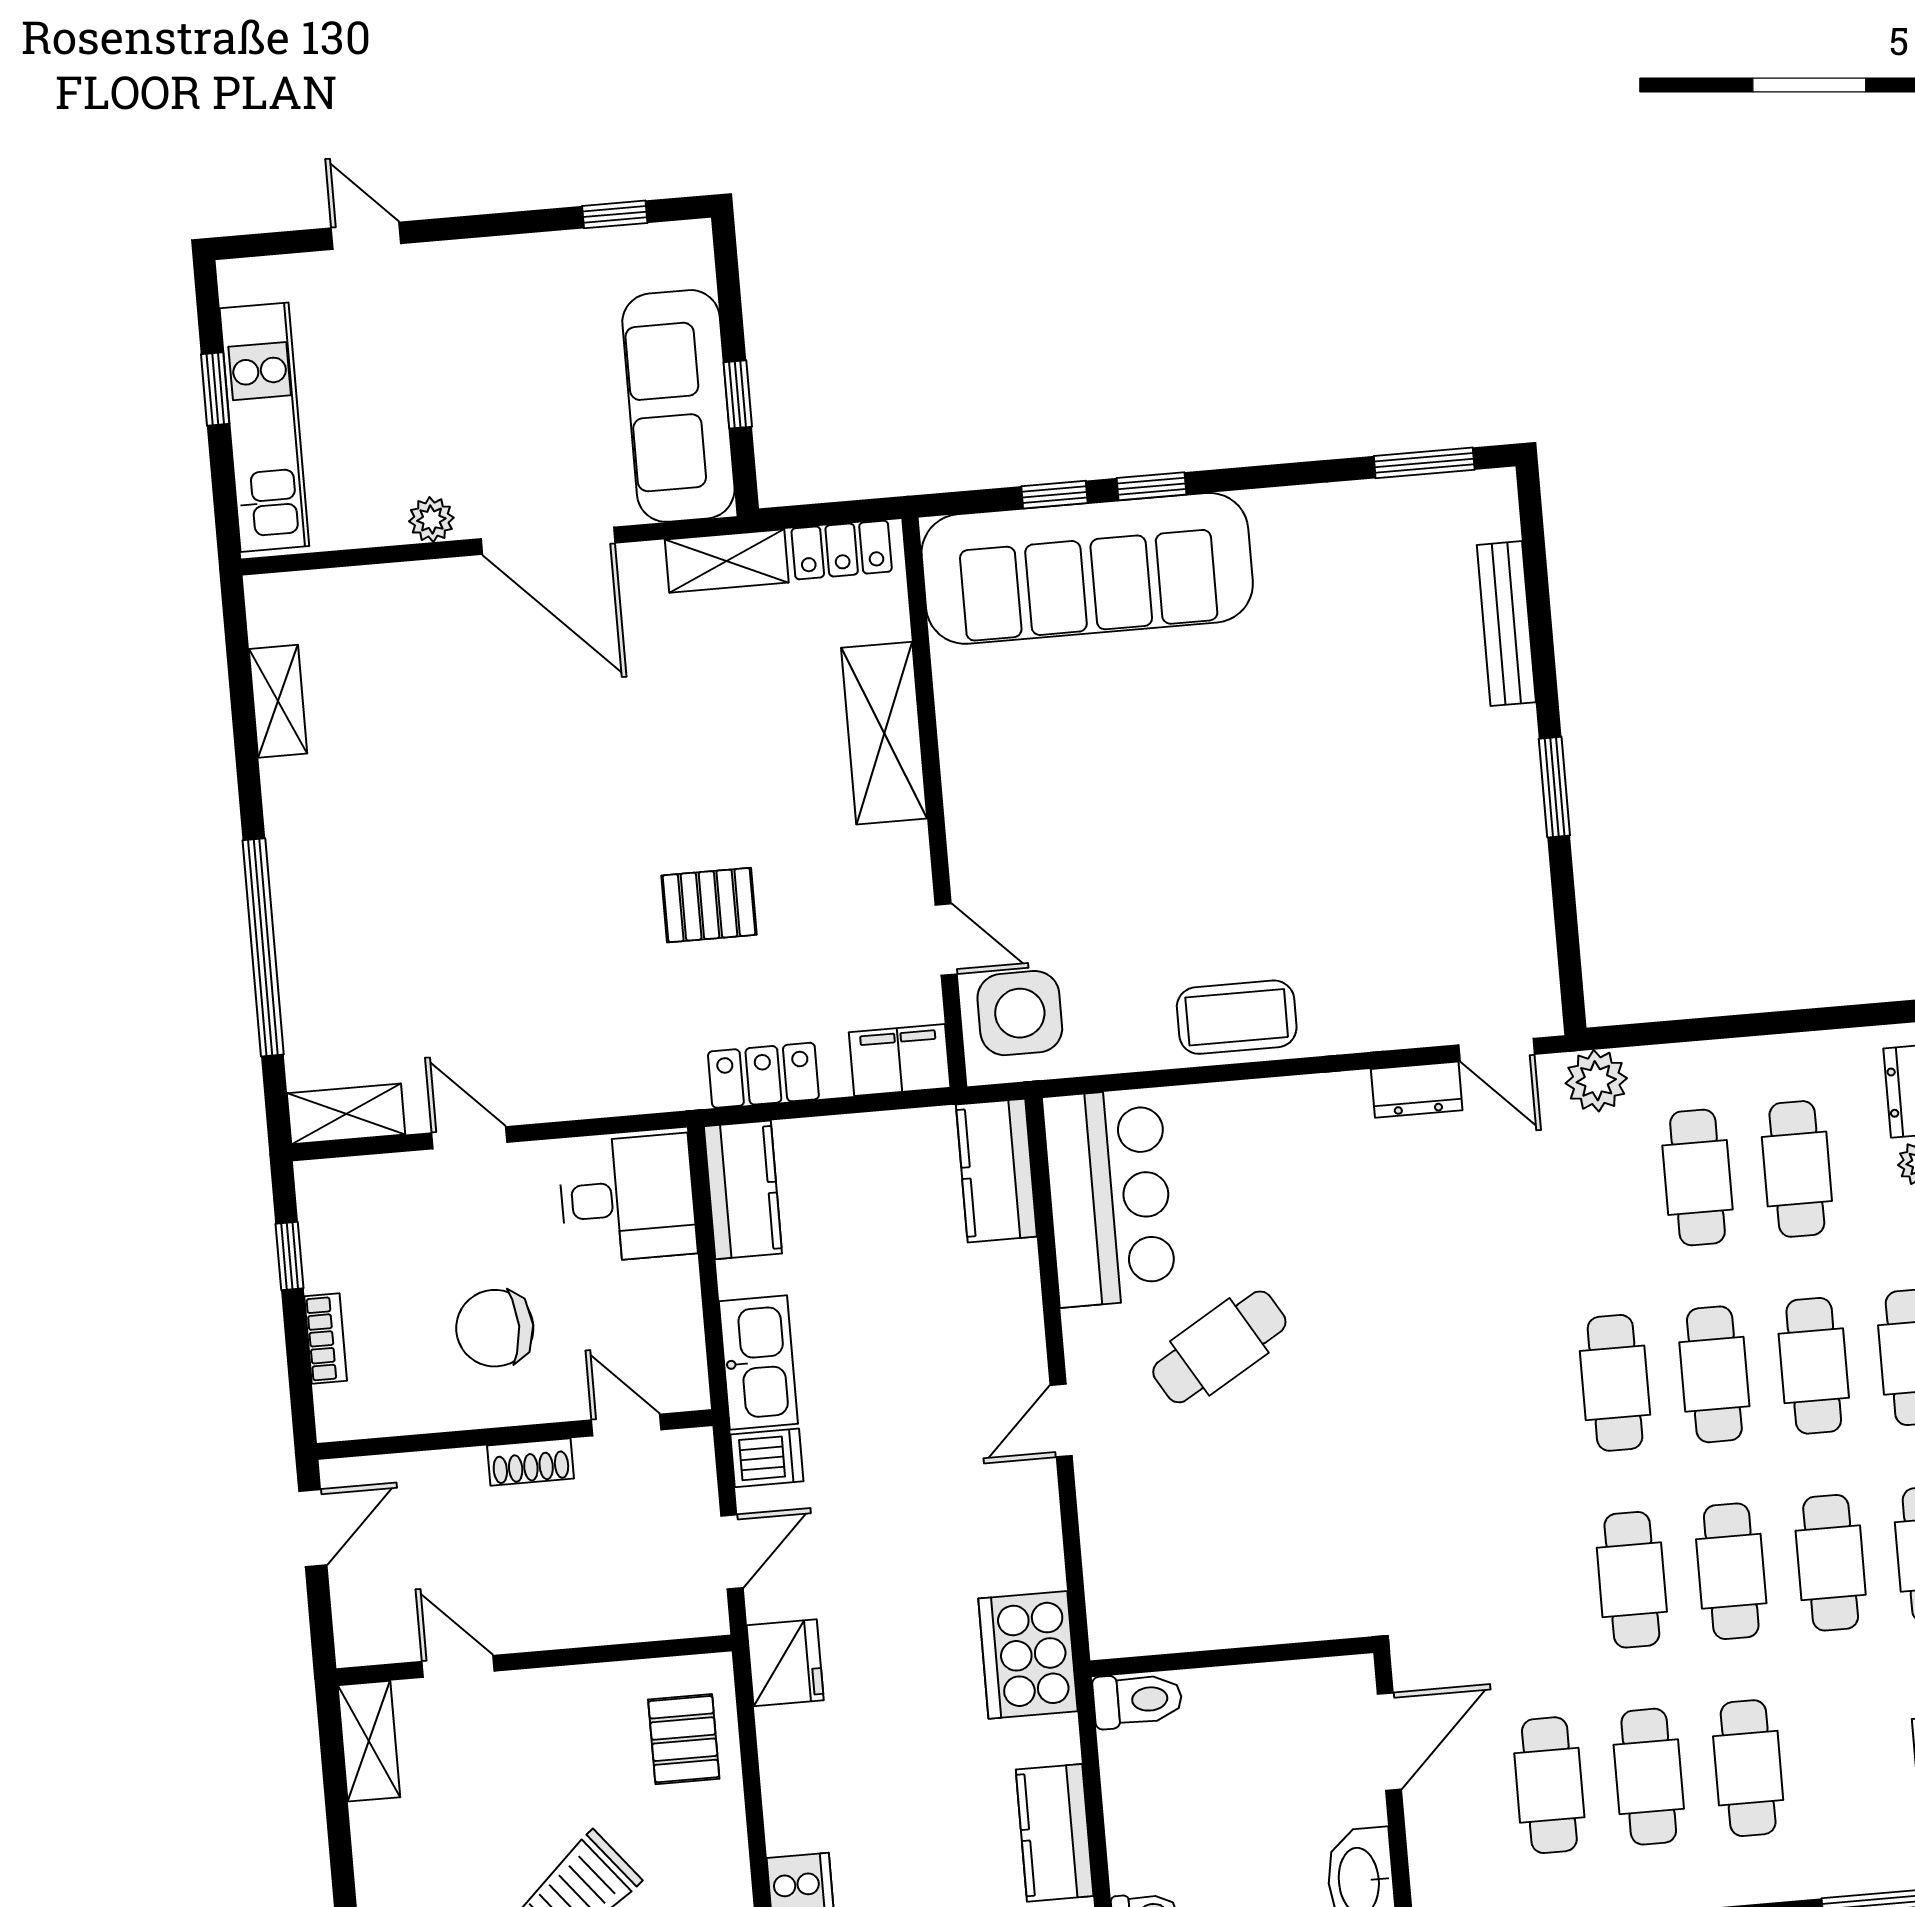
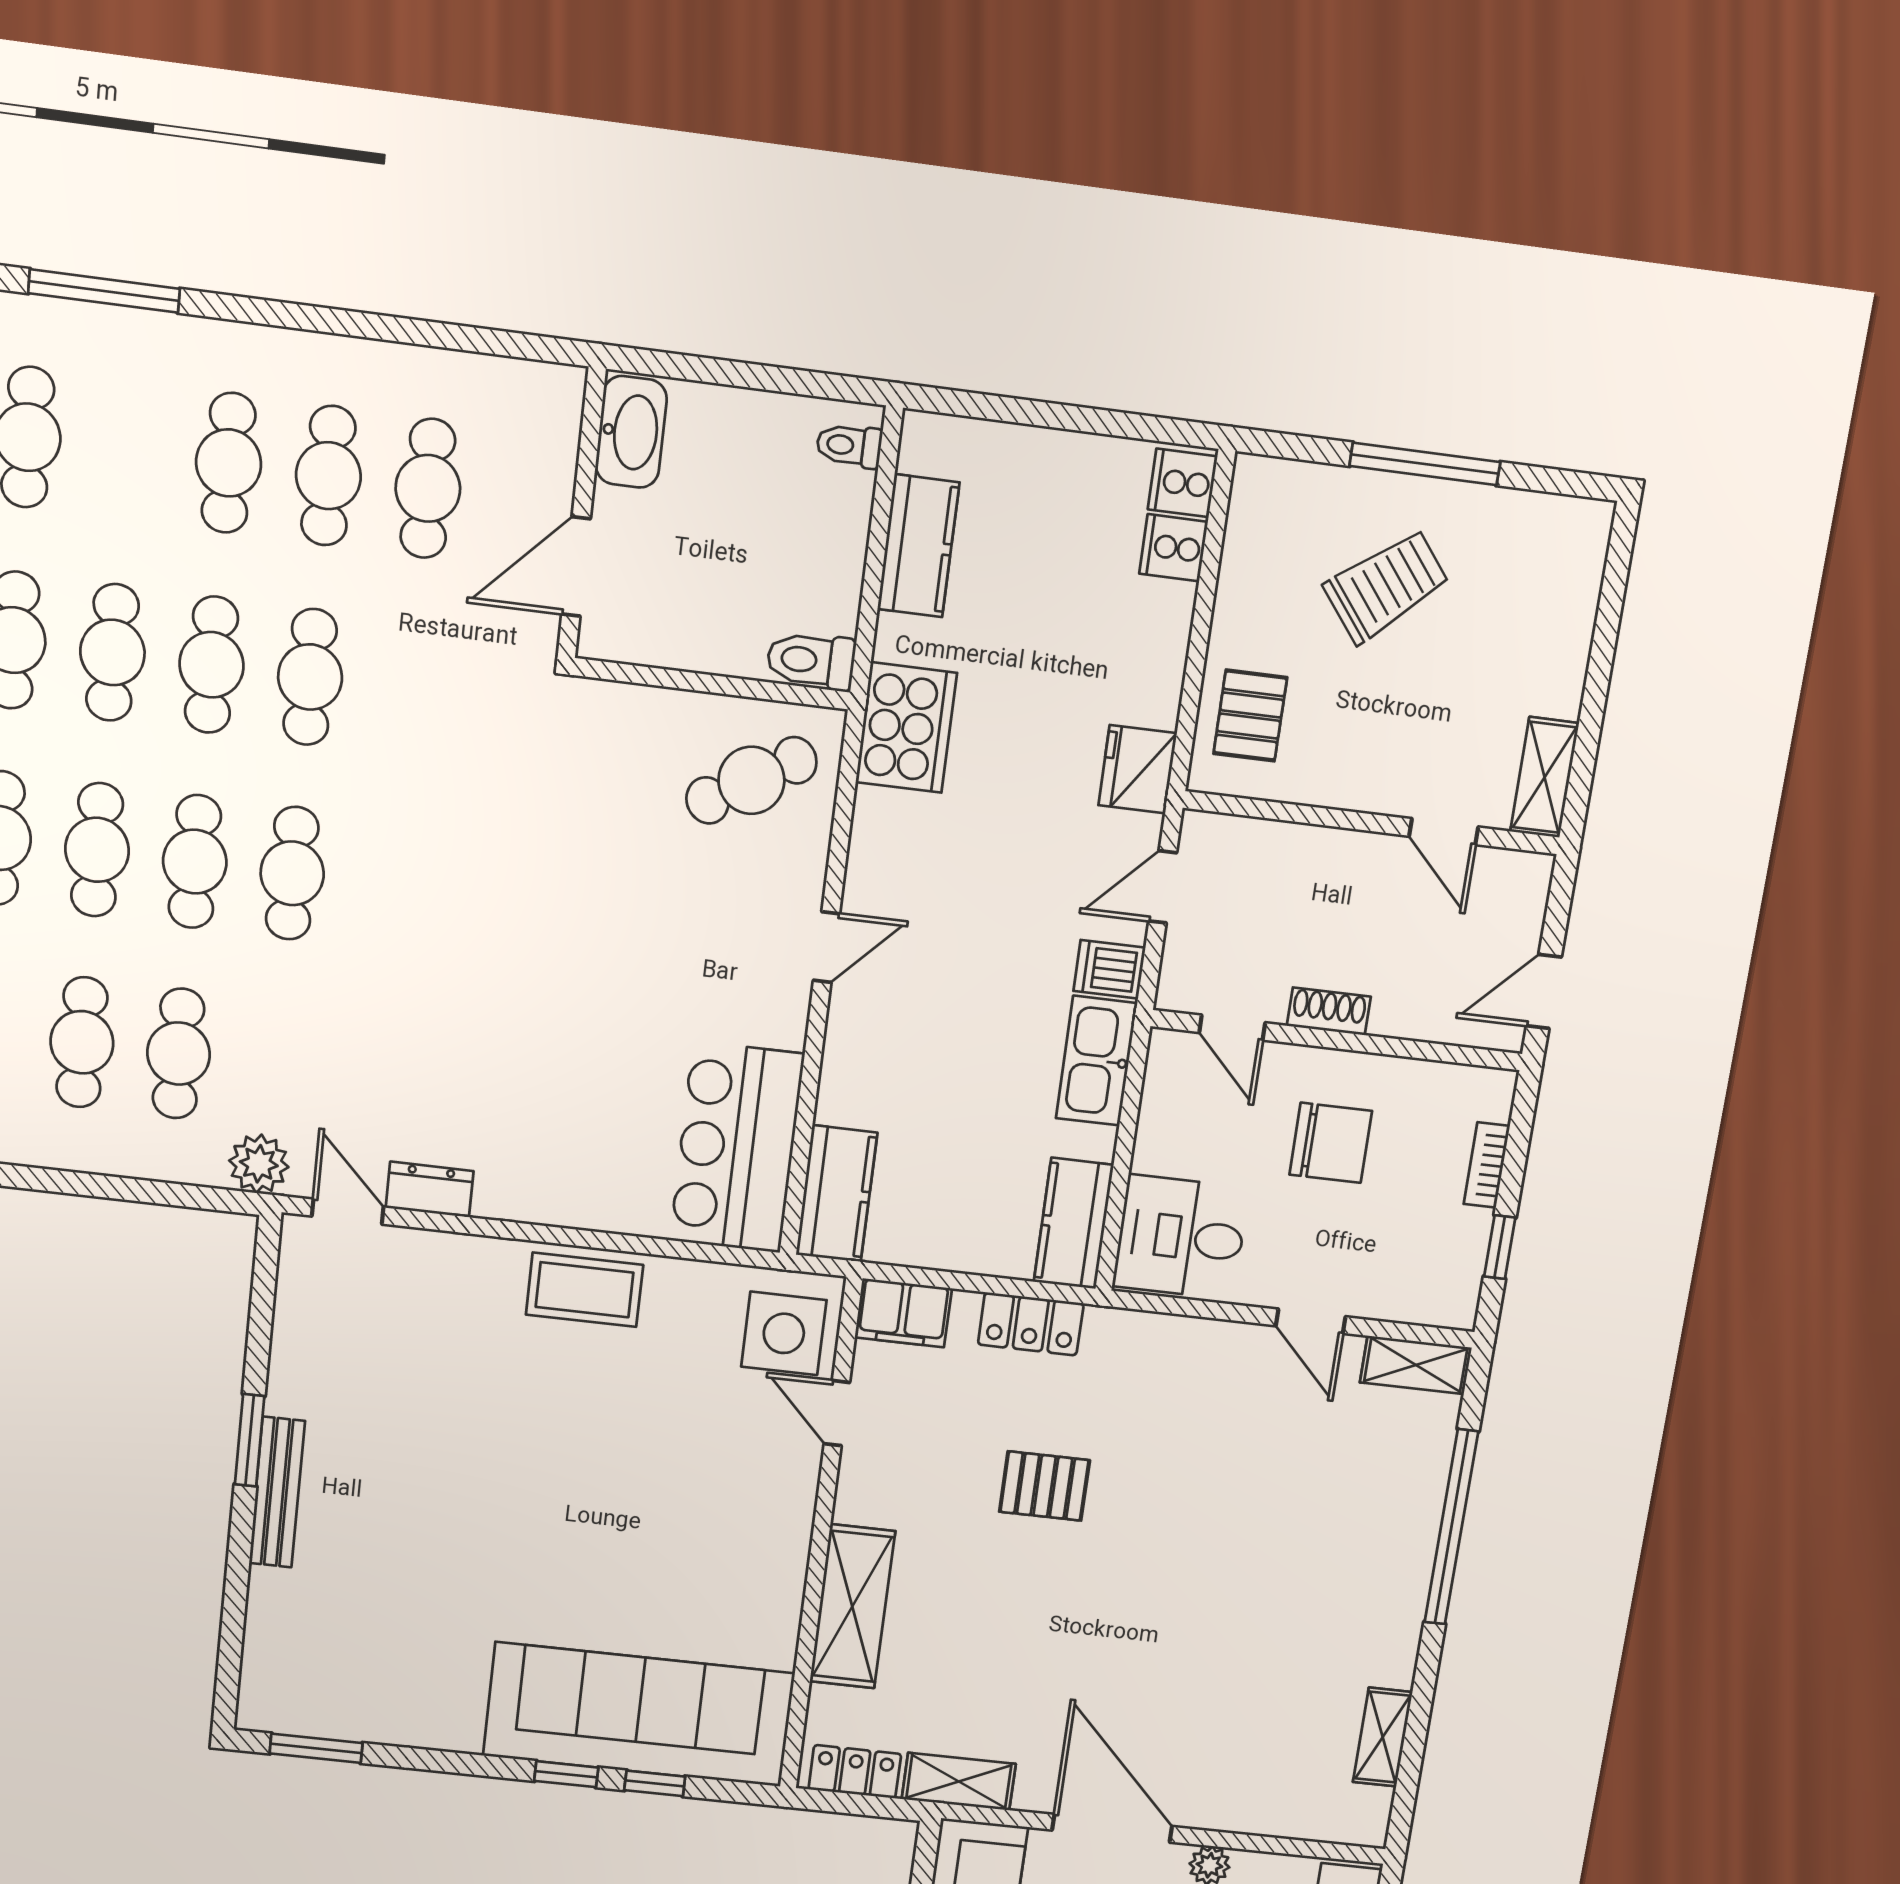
bench: (1506, 624) -> (277, 1492), moved
cafe table: (1219, 1347) -> (751, 780), moved

